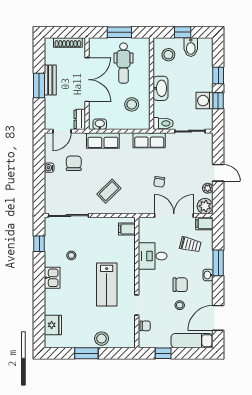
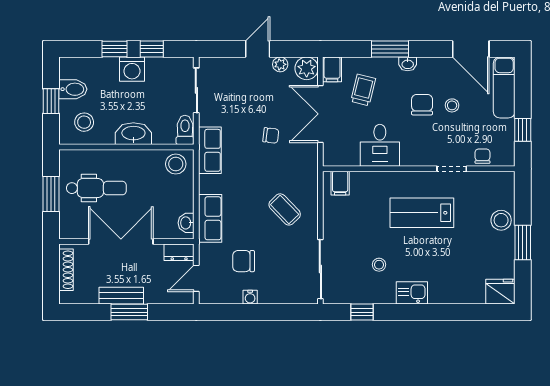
washing machine: (204, 101) -> (132, 69), moved
stool: (132, 104) -> (176, 164), moved
door: (62, 131) -> (196, 278), swing flipped
lab bench: (107, 285) -> (422, 213), turned 180
fridge: (53, 325) -> (500, 292), moved

